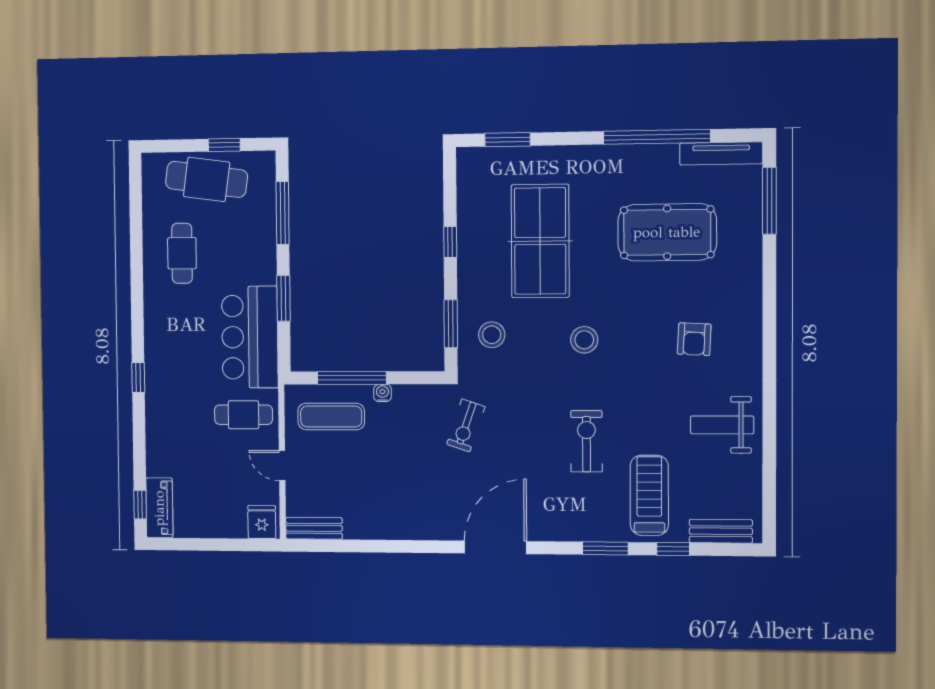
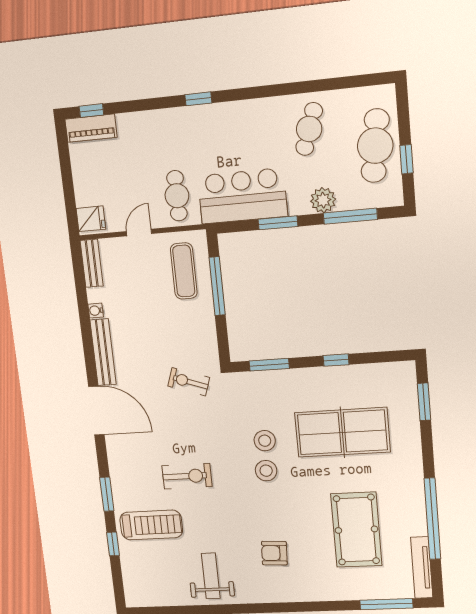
plant: (262, 243) -> (323, 200), added
cafe table: (182, 253) -> (309, 129), turned -71
stool: (492, 335) -> (265, 441), moved
water cooler: (382, 393) -> (96, 311), moved, turned 180
bench: (721, 531) -> (103, 352), moved, width x1.36

